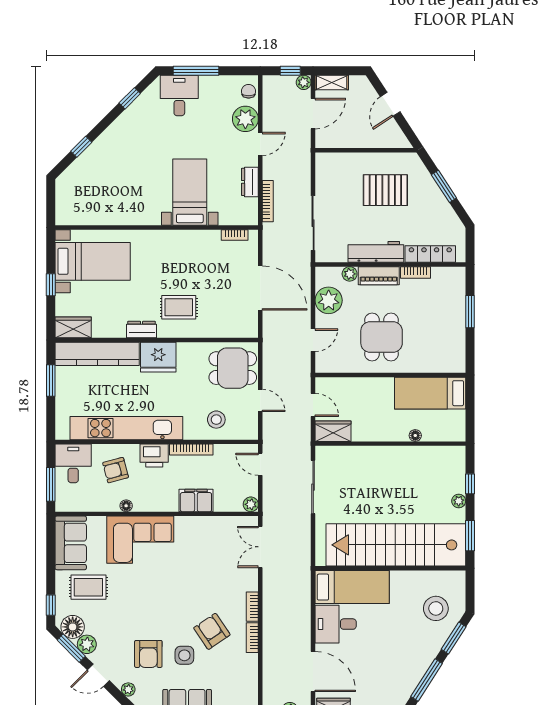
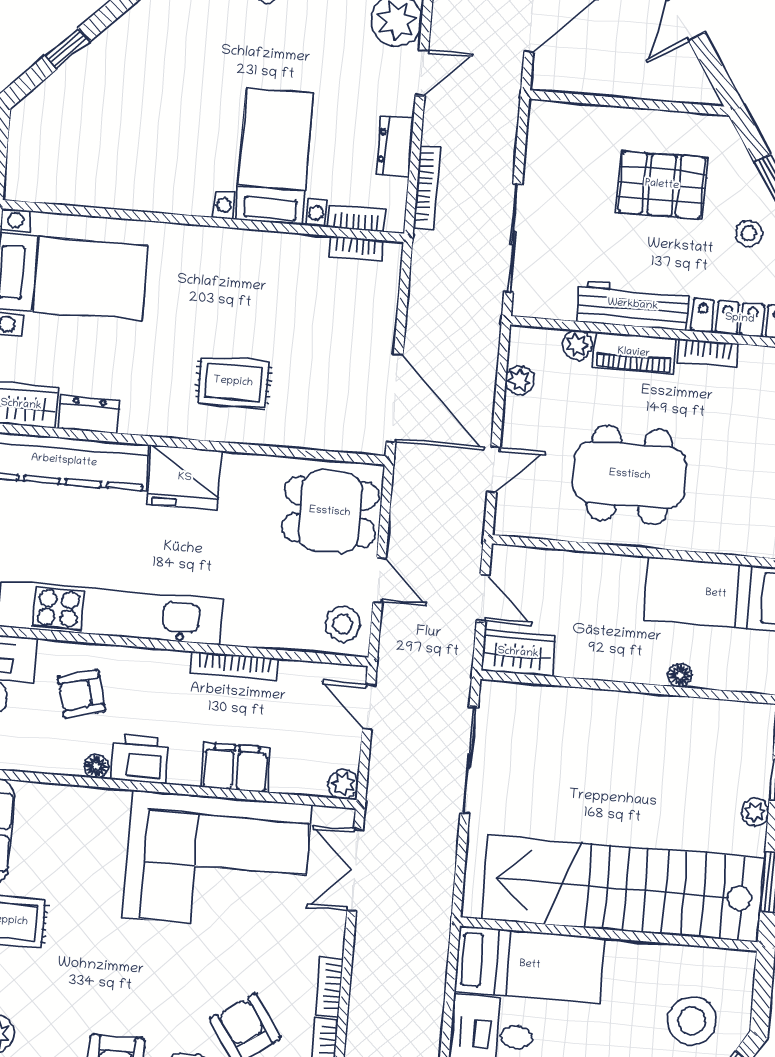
stool: (431, 211) -> (749, 233), added
bookcase: (234, 220) -> (357, 218), added
door: (260, 288) -> (395, 398), moved
plant: (329, 300) -> (520, 380), width x0.53, depth x0.53
dresser: (142, 330) -> (89, 415), moved
dining table: (382, 337) -> (630, 475), width x1.38
stool: (216, 420) -> (343, 624), moved
printer: (154, 456) -> (140, 759), moved, turned 180
corner sofa: (140, 540) -> (217, 861), moved, width x1.36, depth x1.36

